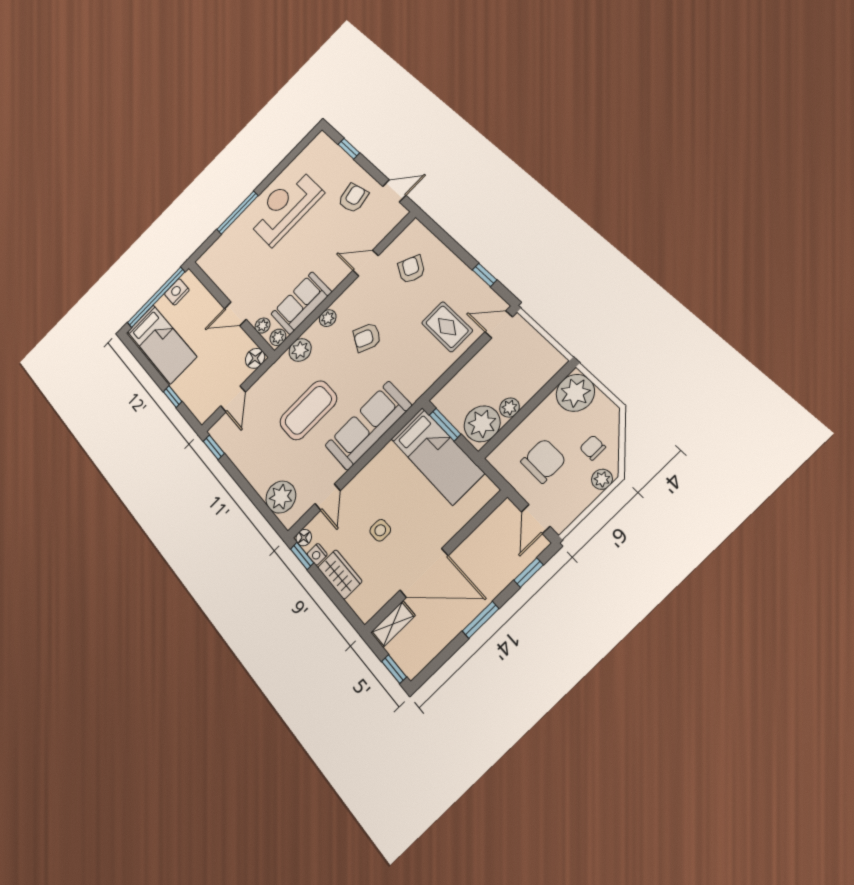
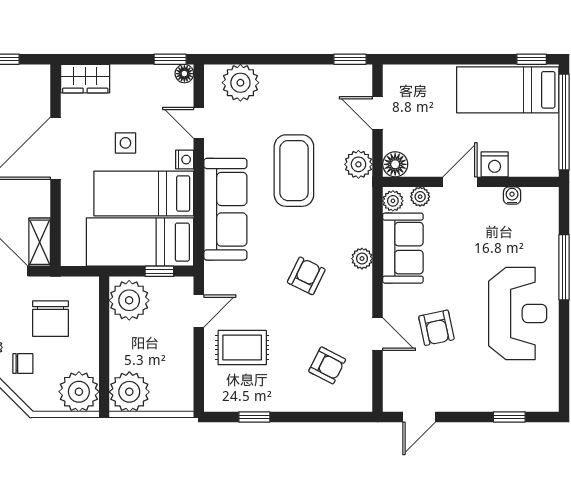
armchair: (353, 198) -> (436, 328), moved
door: (366, 263) -> (378, 334), hinge flipped
water cooler: (220, 280) -> (512, 196), added
nightstand: (177, 292) -> (495, 164), moved, turned 90
door: (499, 324) -> (199, 311), moved
plant: (300, 350) -> (358, 164), moved
window: (173, 397) -> (532, 59), moved
plant: (510, 408) -> (129, 392), moved, width x1.88, depth x1.88
window: (445, 425) -> (159, 271), width x0.67
bed: (403, 485) -> (144, 193), added
nightstand: (317, 554) -> (185, 160), moved, turned 90
wardrobe: (340, 574) -> (85, 79), moved
shelving: (393, 624) -> (40, 242), moved

